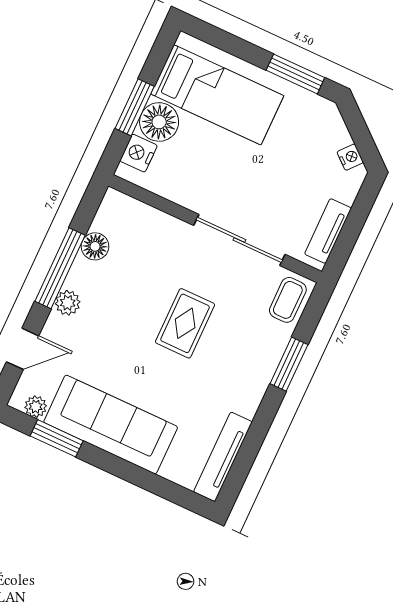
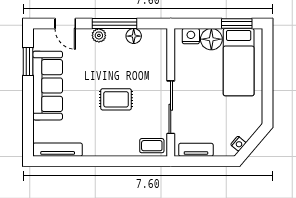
window: (295, 74) -> (267, 97), removed
window: (135, 107) -> (237, 23), moved
window: (289, 364) -> (120, 161), removed
plant: (36, 407) -> (39, 44), removed

